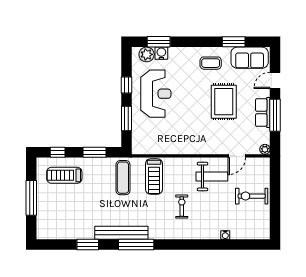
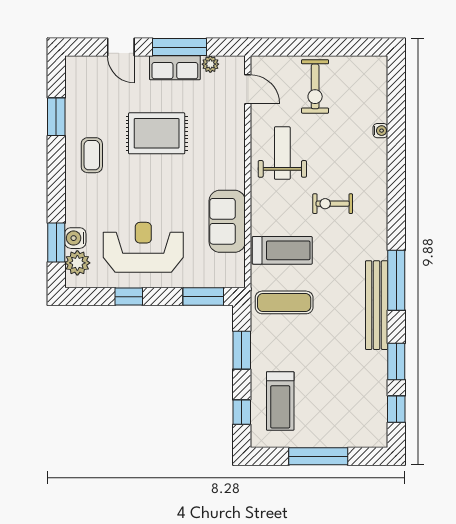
sofa: (250, 58) -> (227, 221), moved, turned 180
window: (126, 118) -> (203, 297), moved
plant: (265, 149) -> (210, 64), moved
door: (237, 156) -> (248, 89), moved
window: (59, 244) -> (396, 409), added

